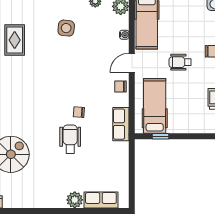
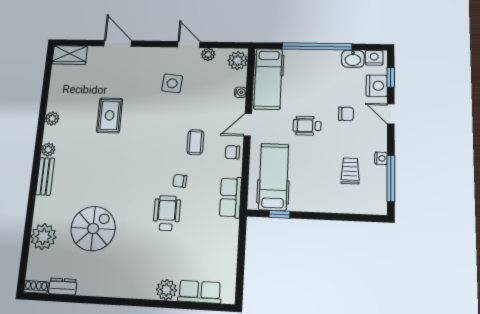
rug: (15, 40) -> (110, 115), moved
coffee table: (89, 79) -> (195, 142), added

